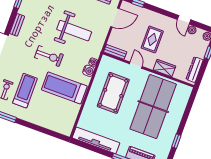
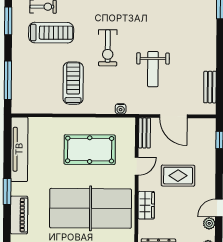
door: (115, 18) -> (173, 116), moved
weight bench: (74, 31) -> (153, 69), width x0.73, depth x0.75
water cooler: (89, 71) -> (107, 107), removed
treadmill: (64, 88) -> (73, 83), width x0.73, depth x0.73
window: (47, 131) -> (8, 80), added

